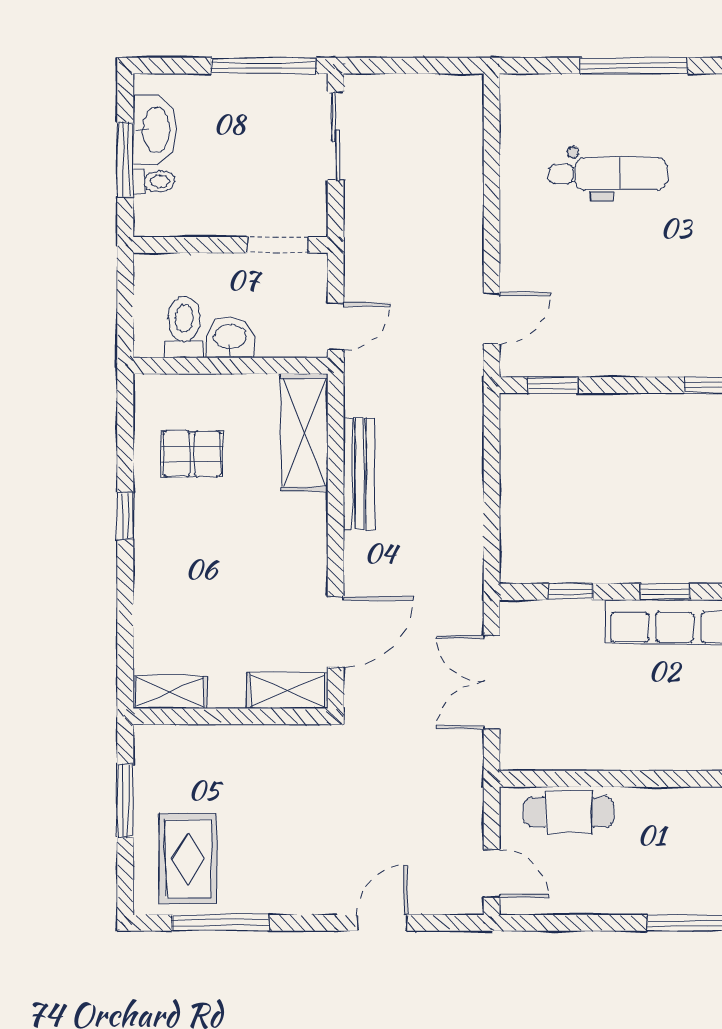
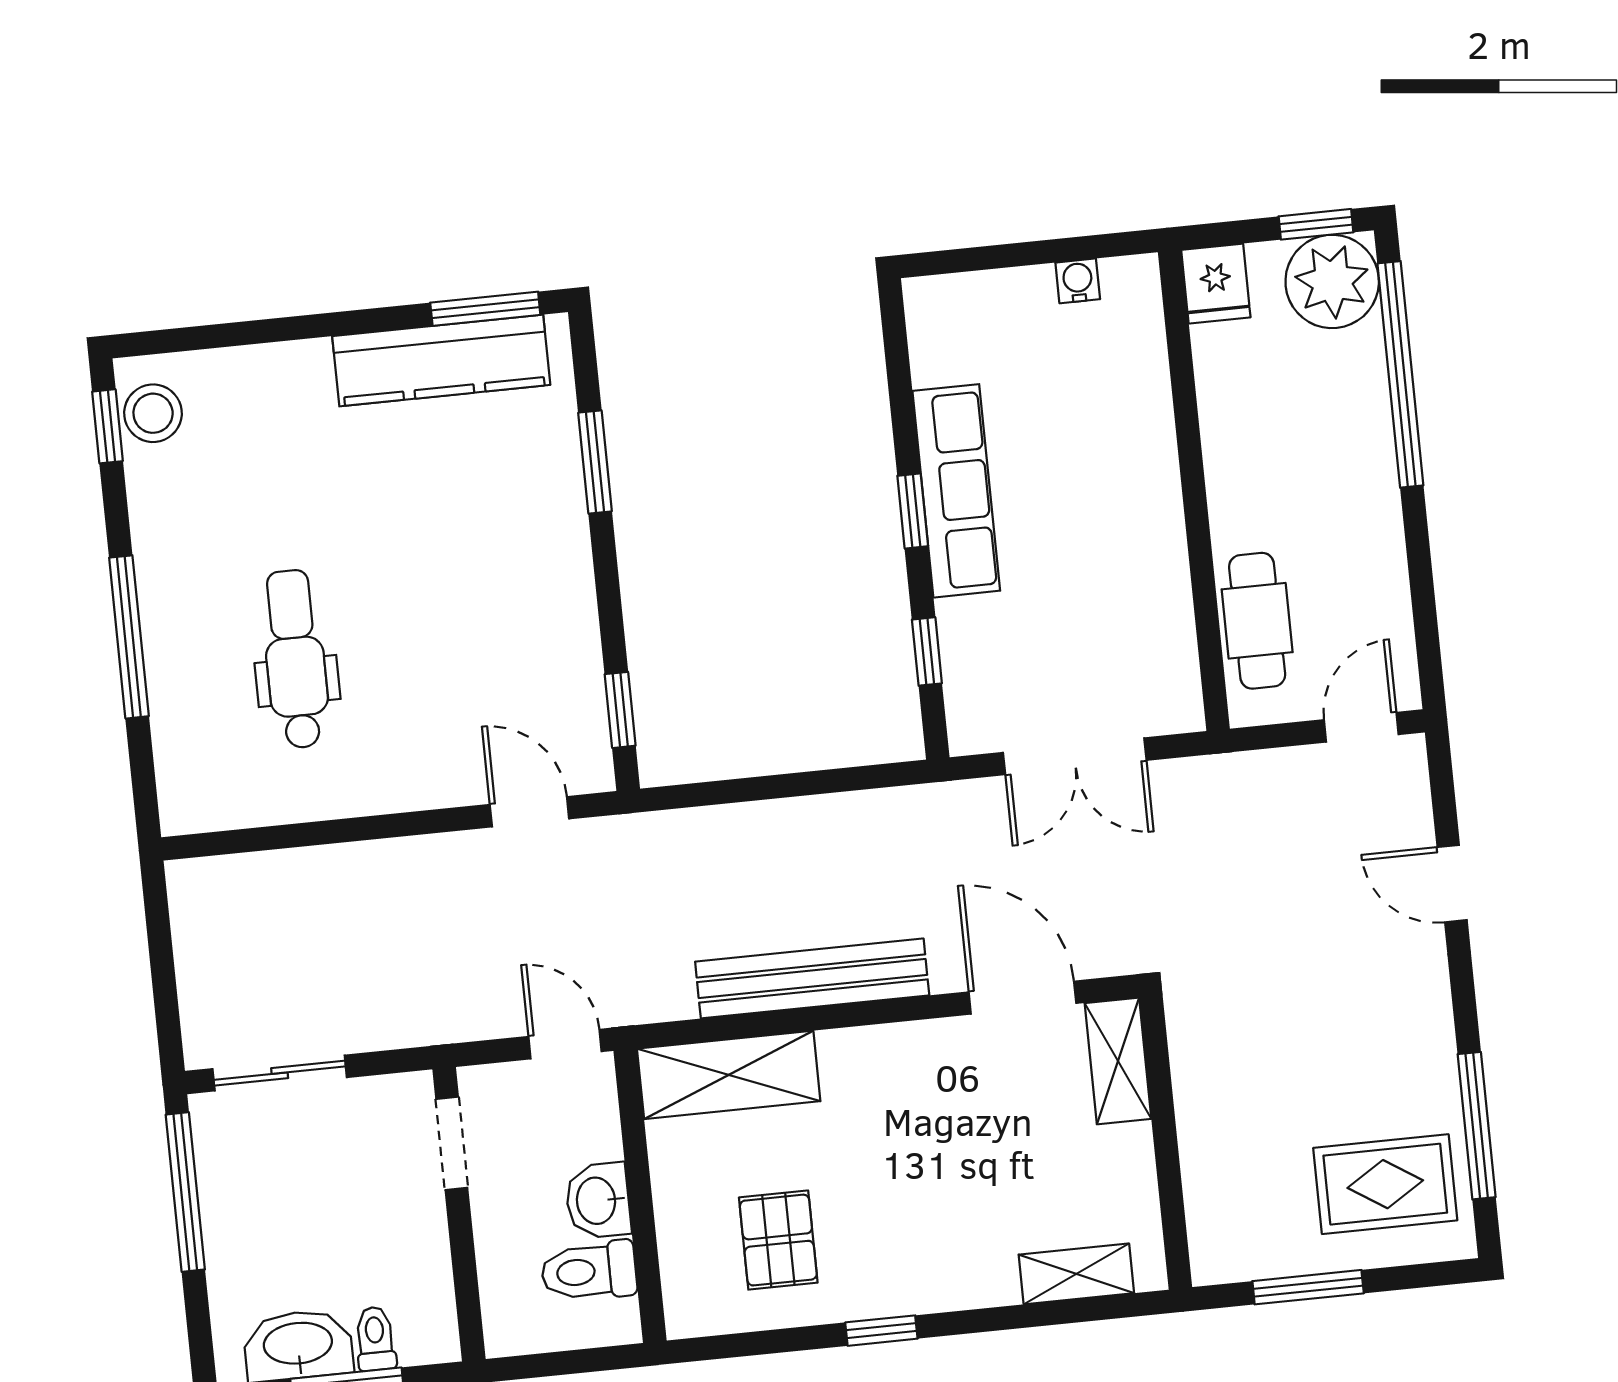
bench: (359, 474) -> (812, 978), width x1.37, depth x1.21
shelving: (170, 692) -> (1076, 1274), moved, turned 90

